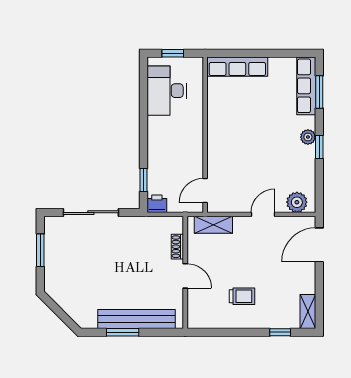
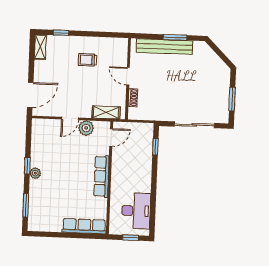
row of seats: (306, 86) -> (101, 176), moved, turned 180
plant: (297, 202) -> (86, 128), moved
printer: (157, 204) -> (146, 129), removed

